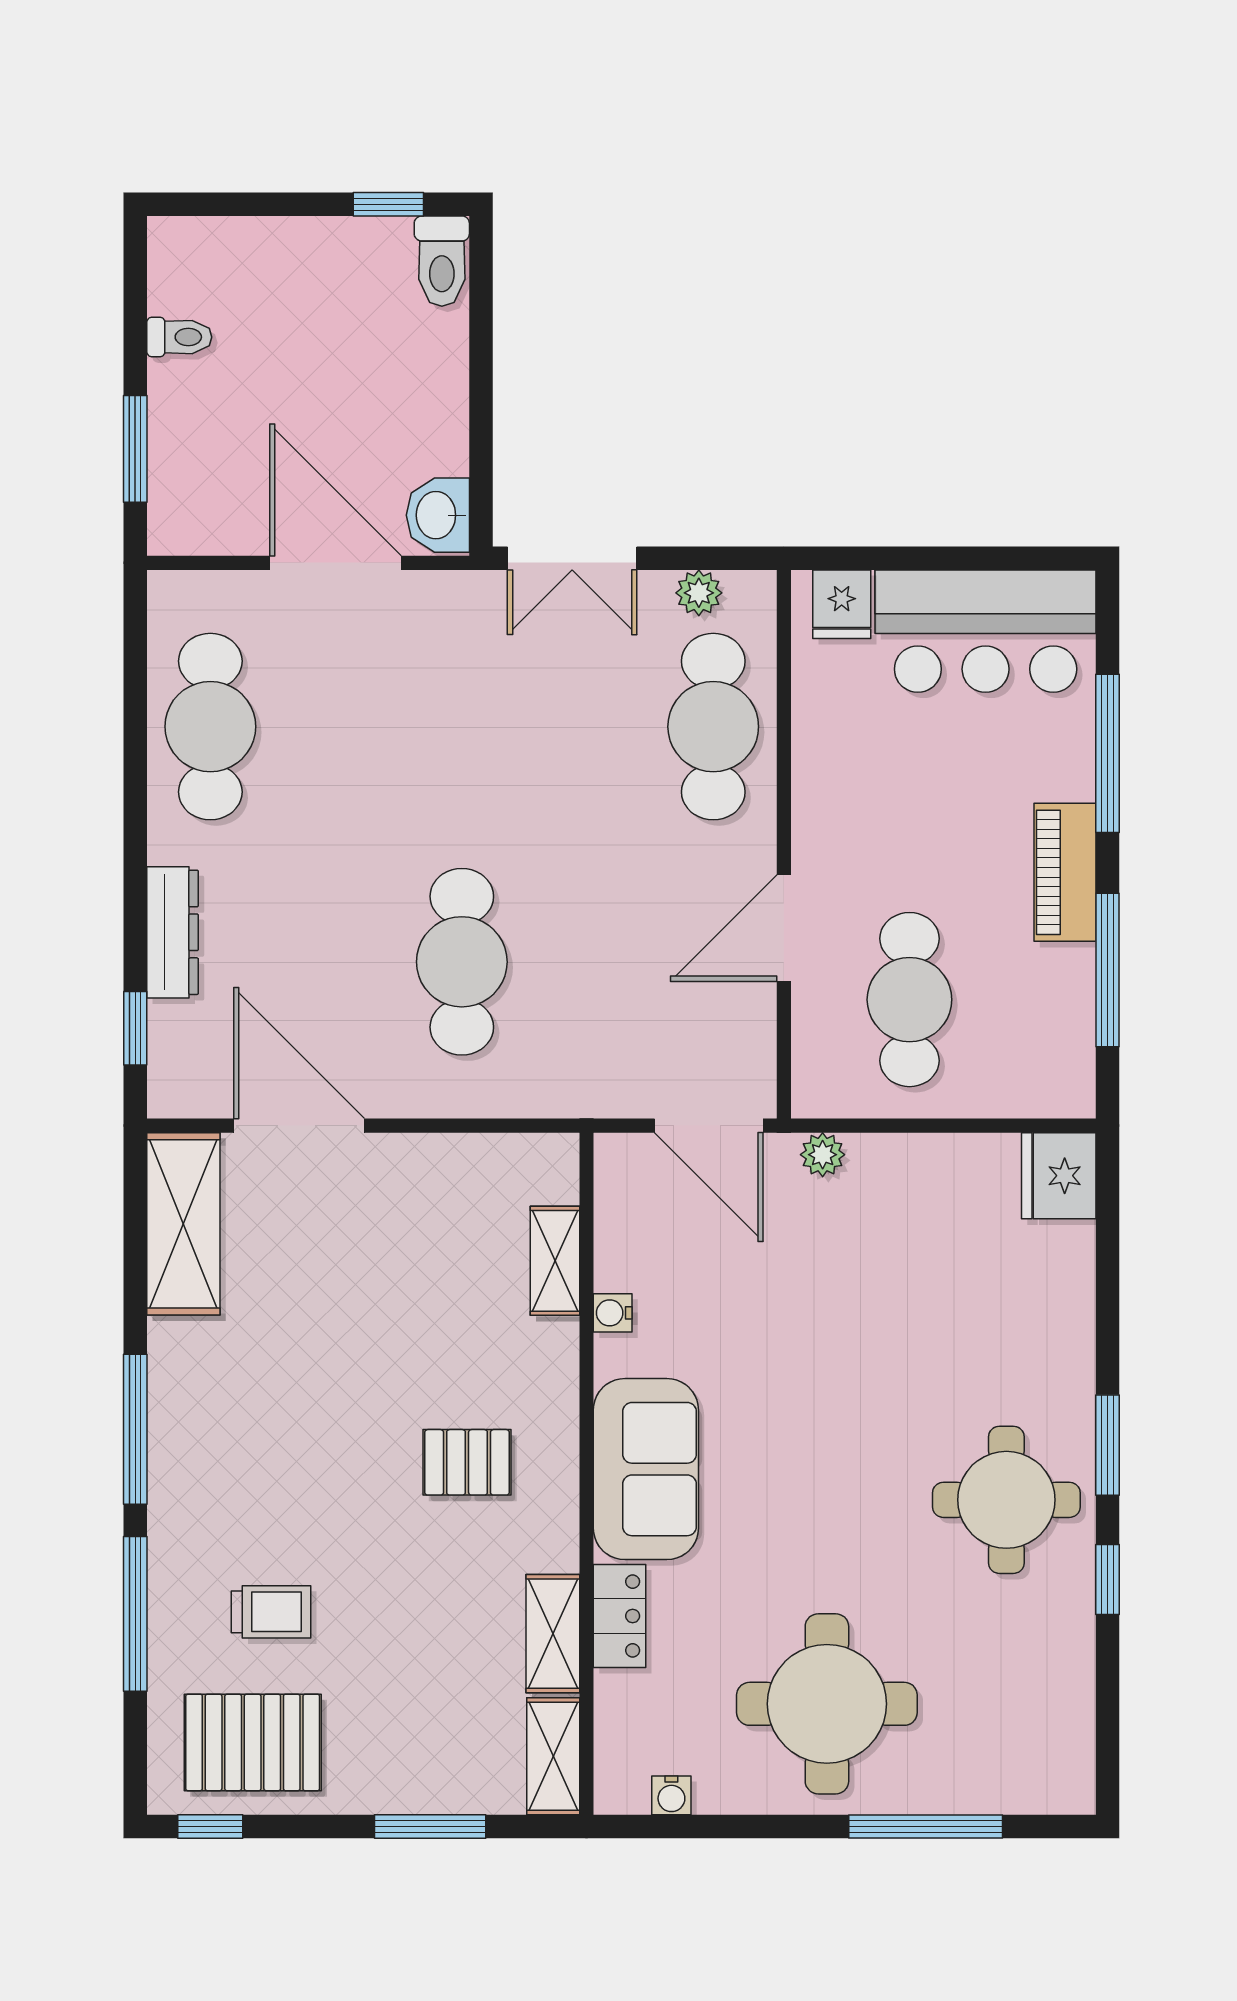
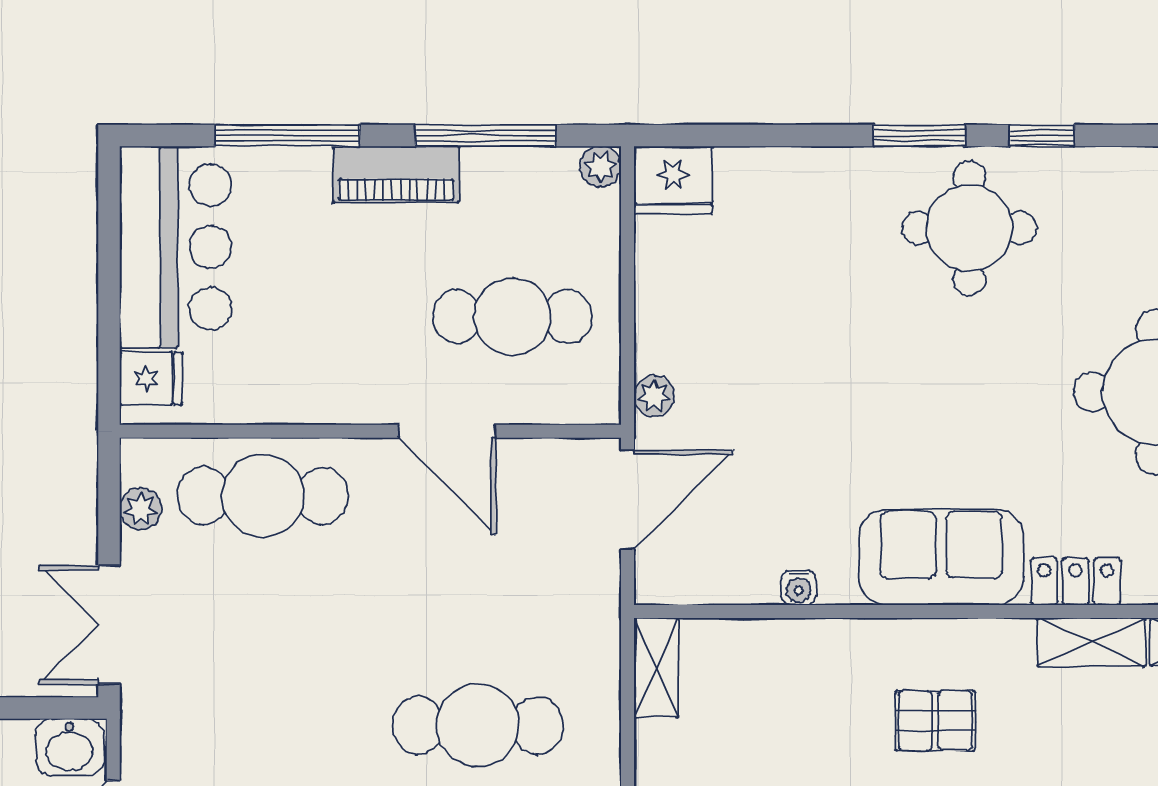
double door: (572, 558) -> (109, 625), swing flipped
plant: (1073, 1096) -> (600, 167), added
shelving: (555, 1261) -> (656, 668), moved, turned 90
pallet: (467, 1462) -> (935, 721), turned 90

